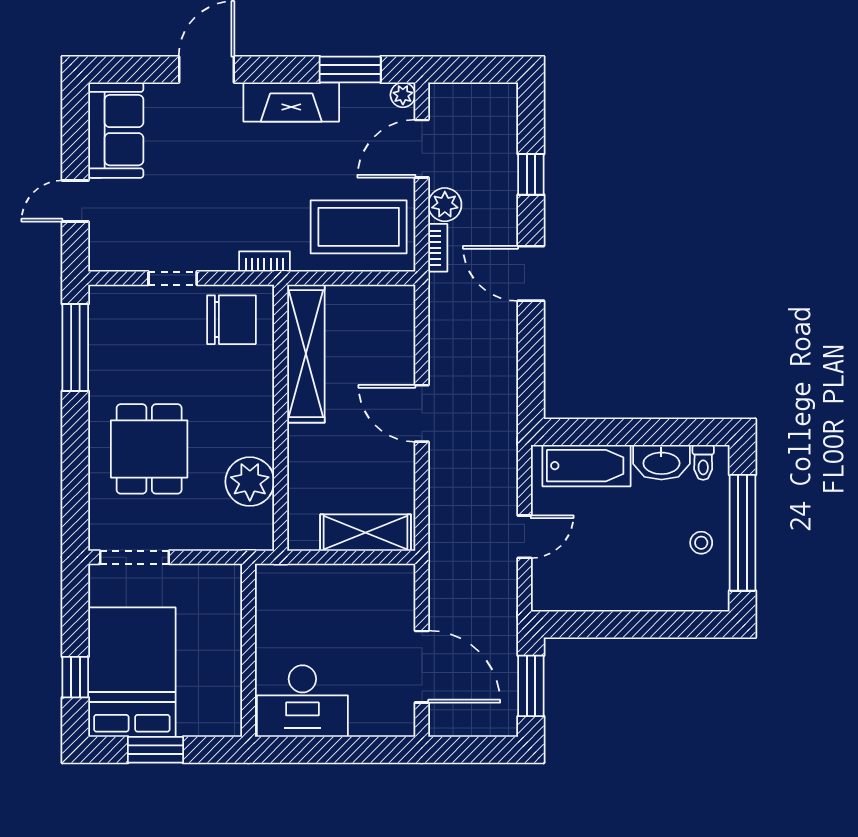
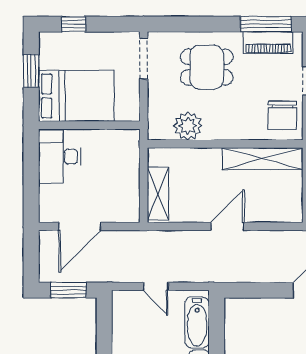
piano: (107, 344) -> (268, 43), added
bed: (132, 672) -> (76, 96), moved

